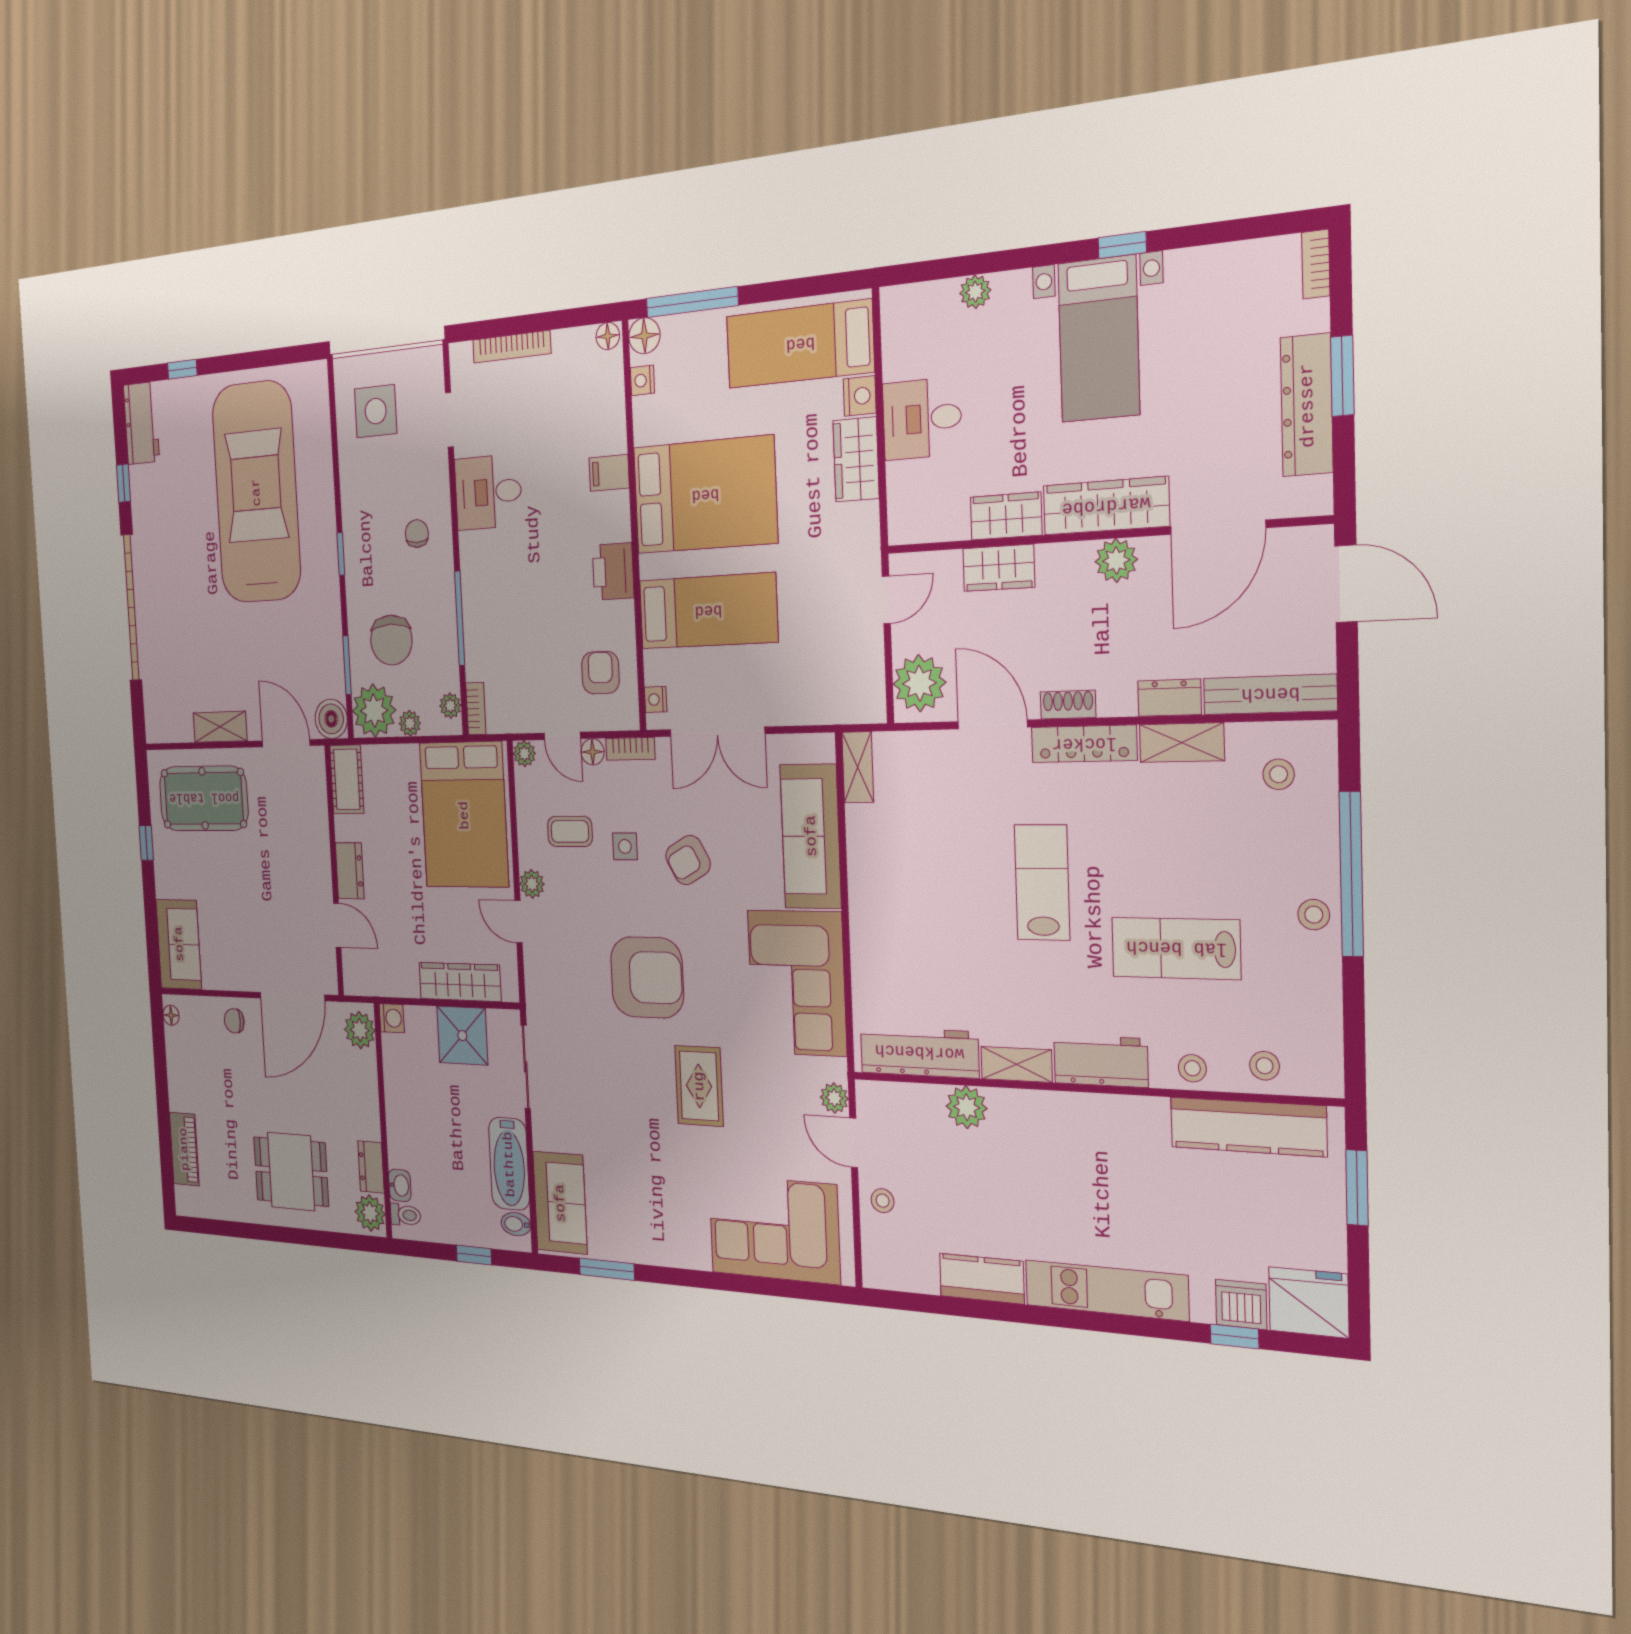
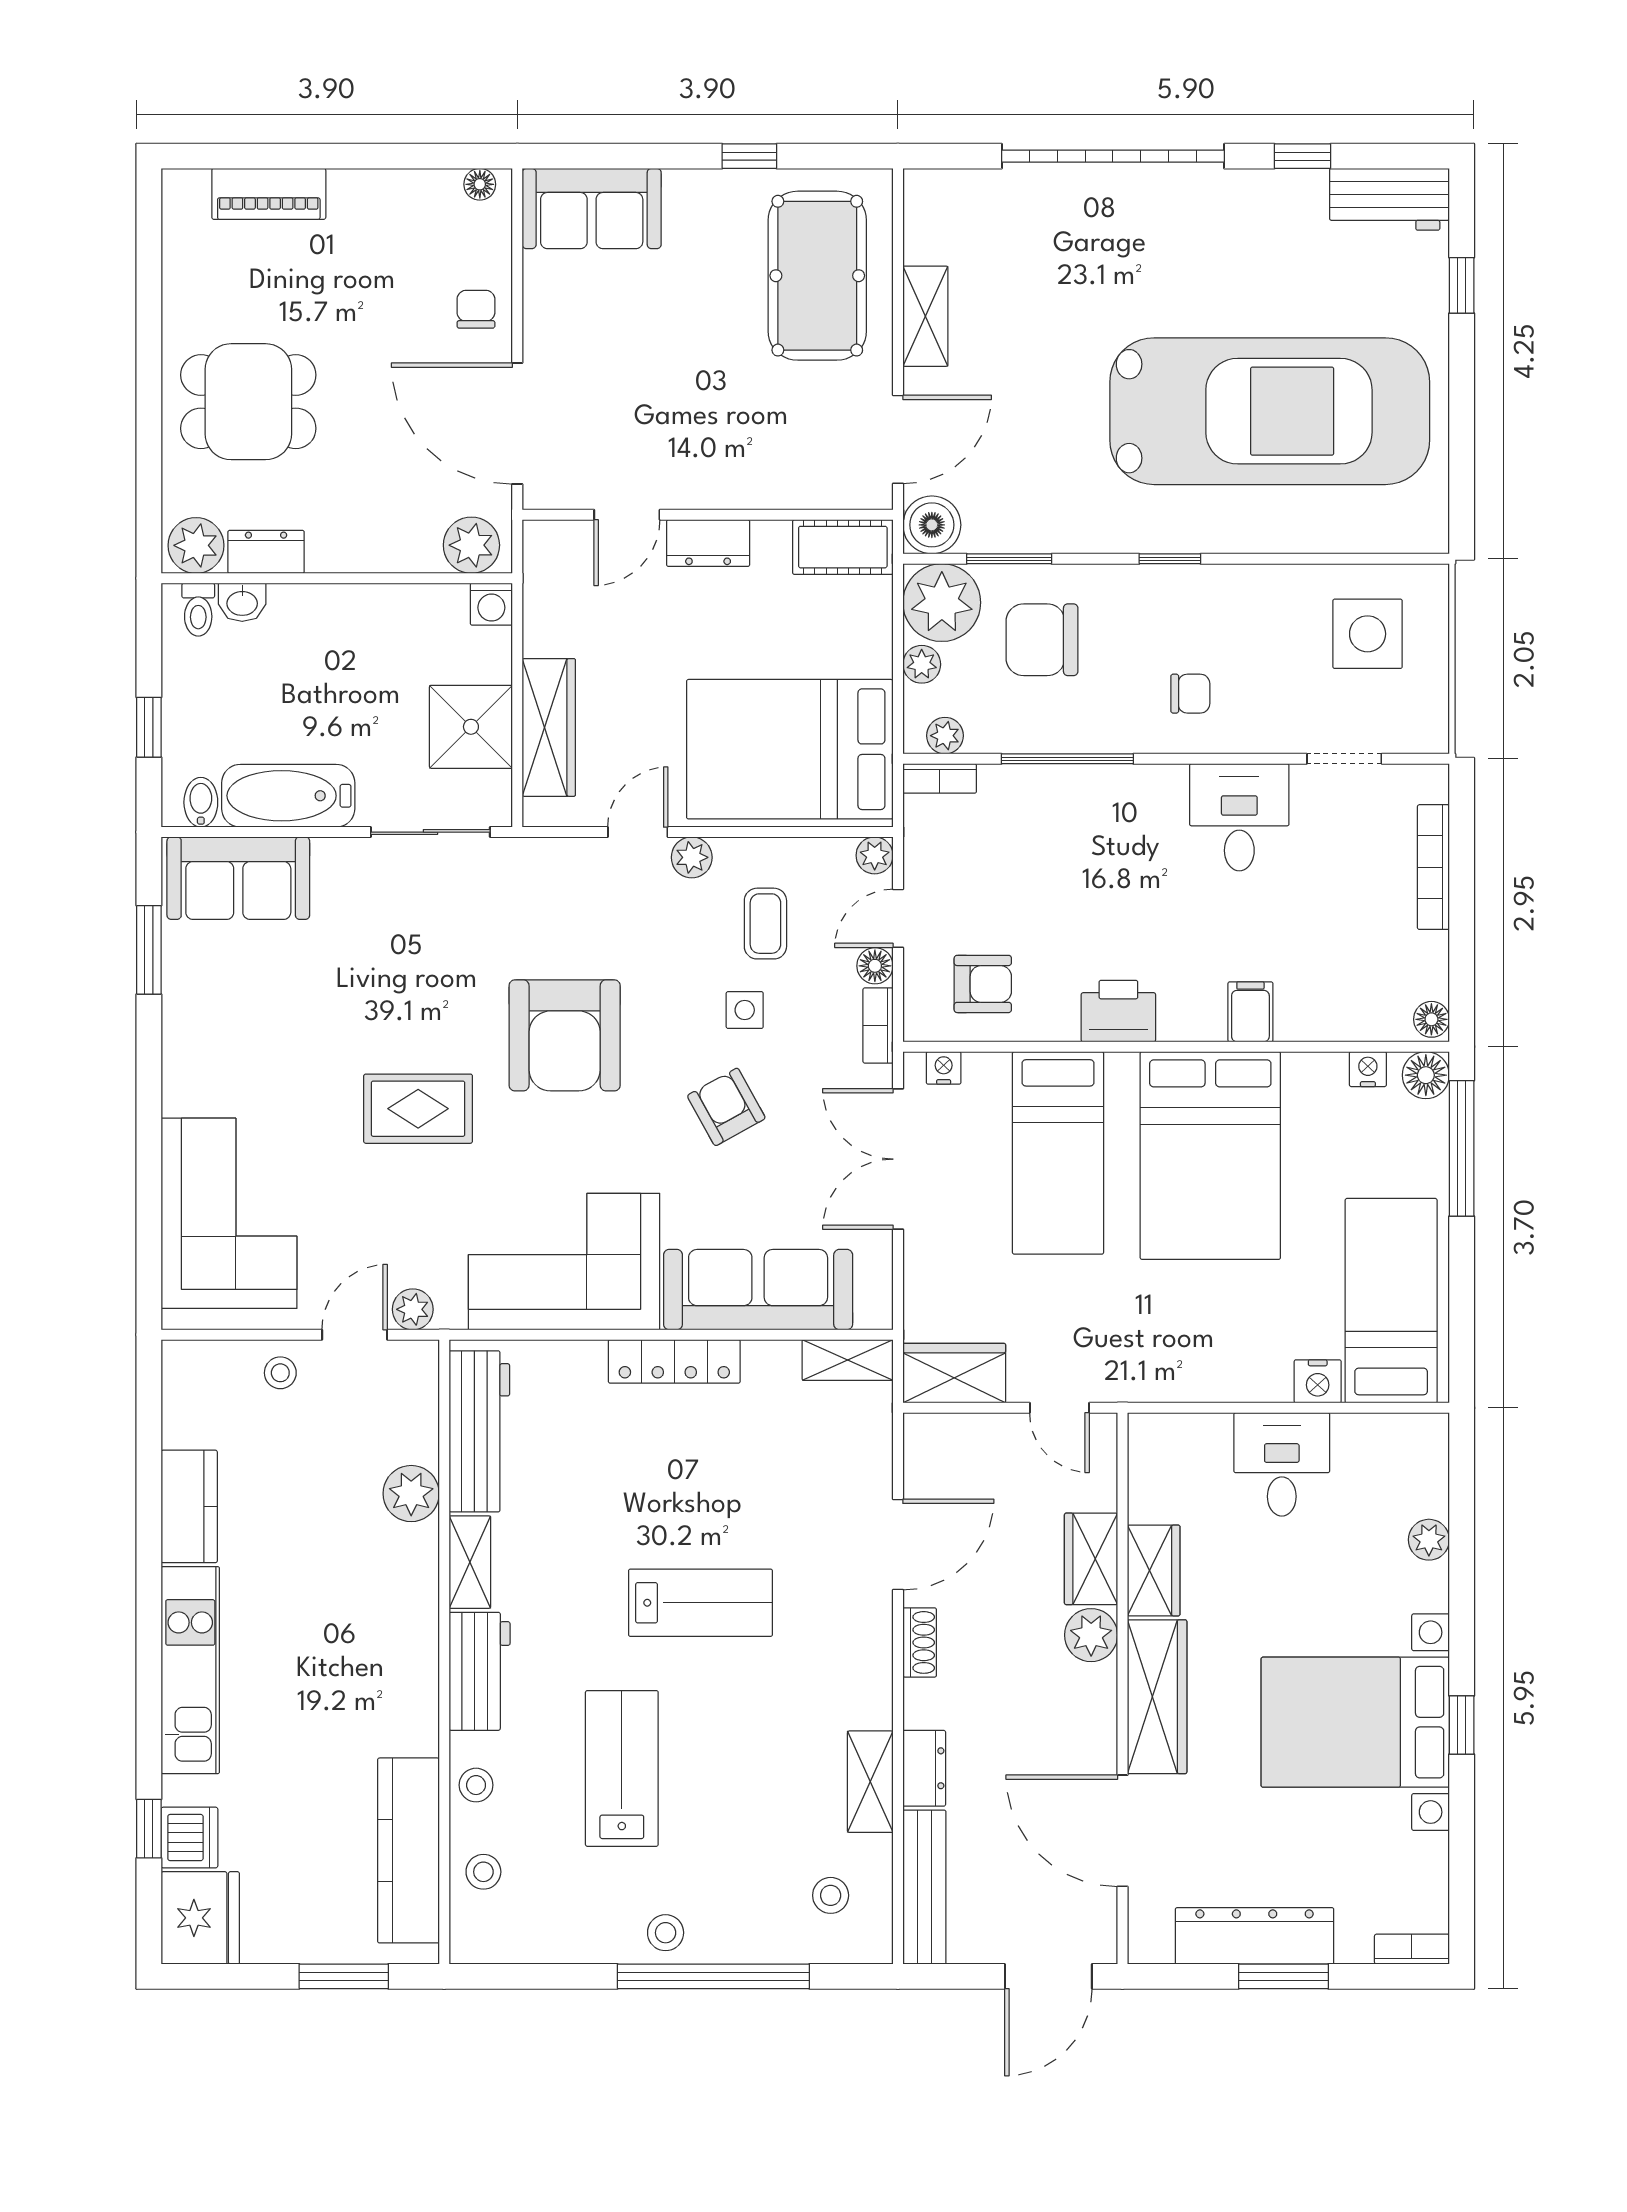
bed with nightstands: (1099, 339) -> (1355, 1722), width x1.36
wardrobe: (856, 459) -> (954, 1373), moved
plant: (1116, 560) -> (1091, 1635), moved
plant: (919, 683) -> (952, 1449), removed
locker: (1084, 744) -> (674, 1361), moved, turned -90
dining table: (291, 1171) -> (248, 402), turned 90

